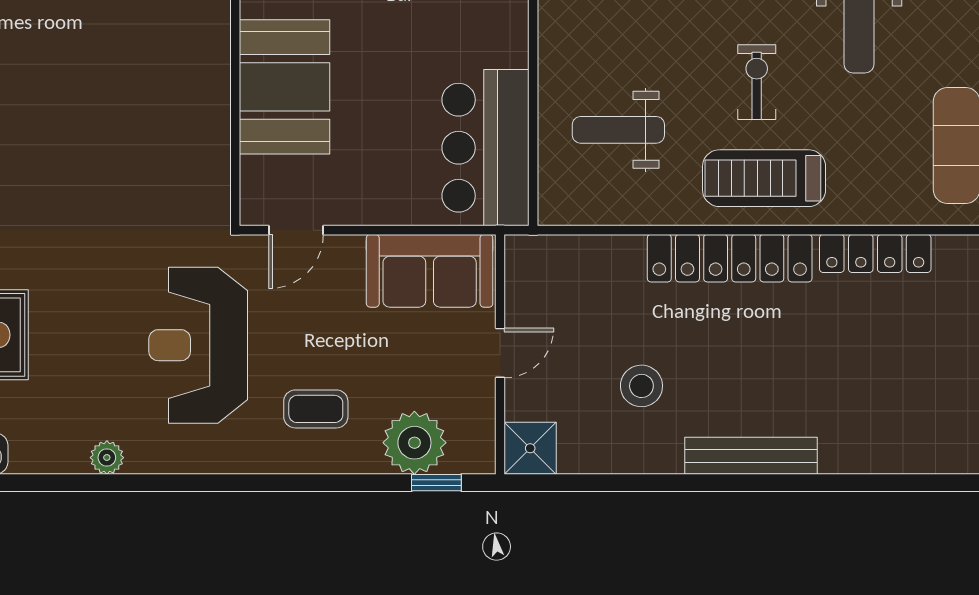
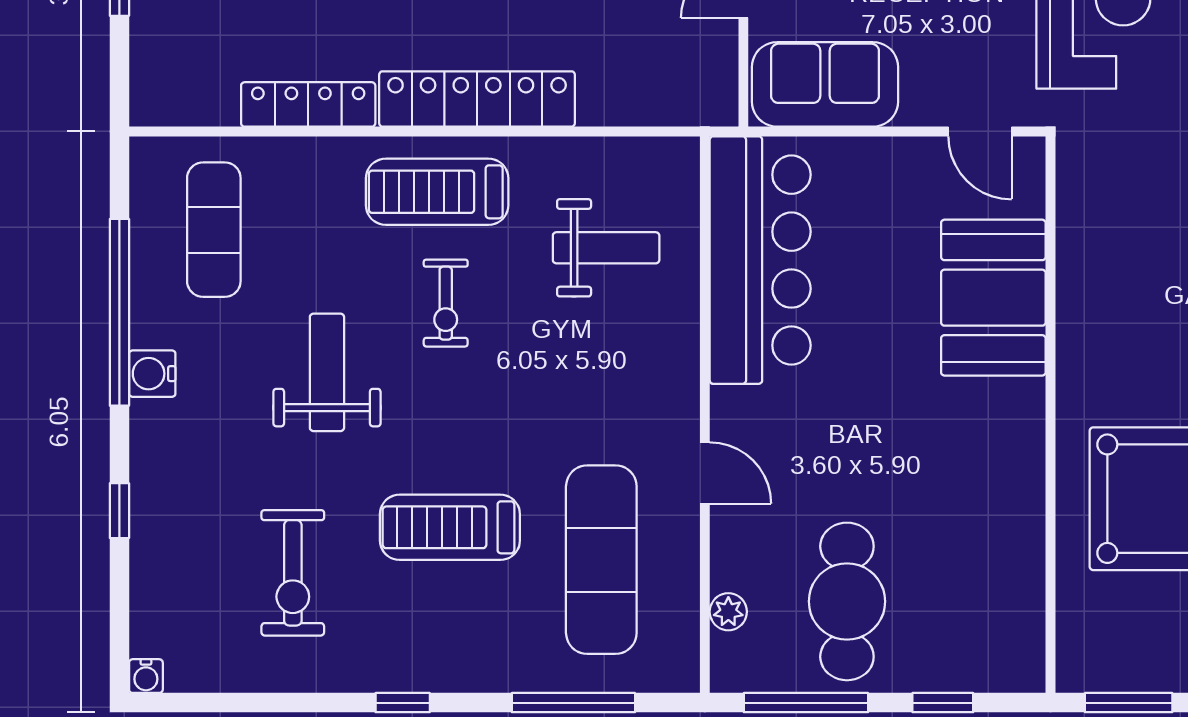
bar counter: (486, 148) -> (760, 260), width x1.36
treadmill: (764, 178) -> (437, 192), turned 180
door: (296, 230) -> (980, 131), swing flipped

